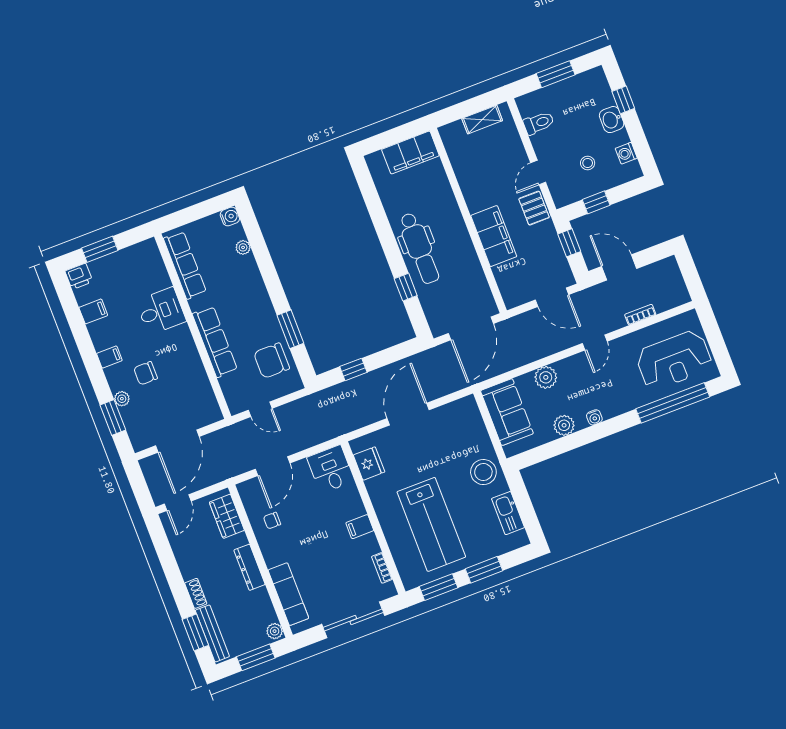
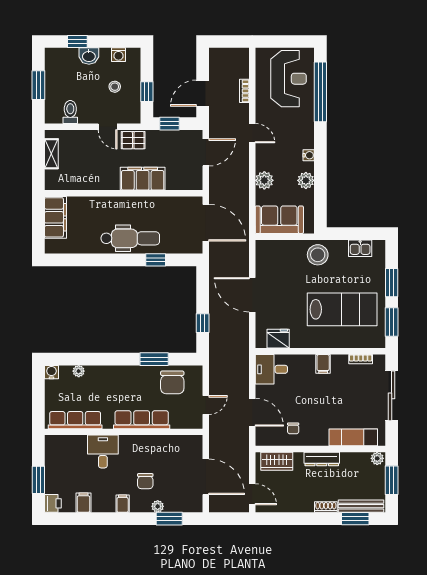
kitchen sink: (508, 513) -> (360, 248), width x0.73

